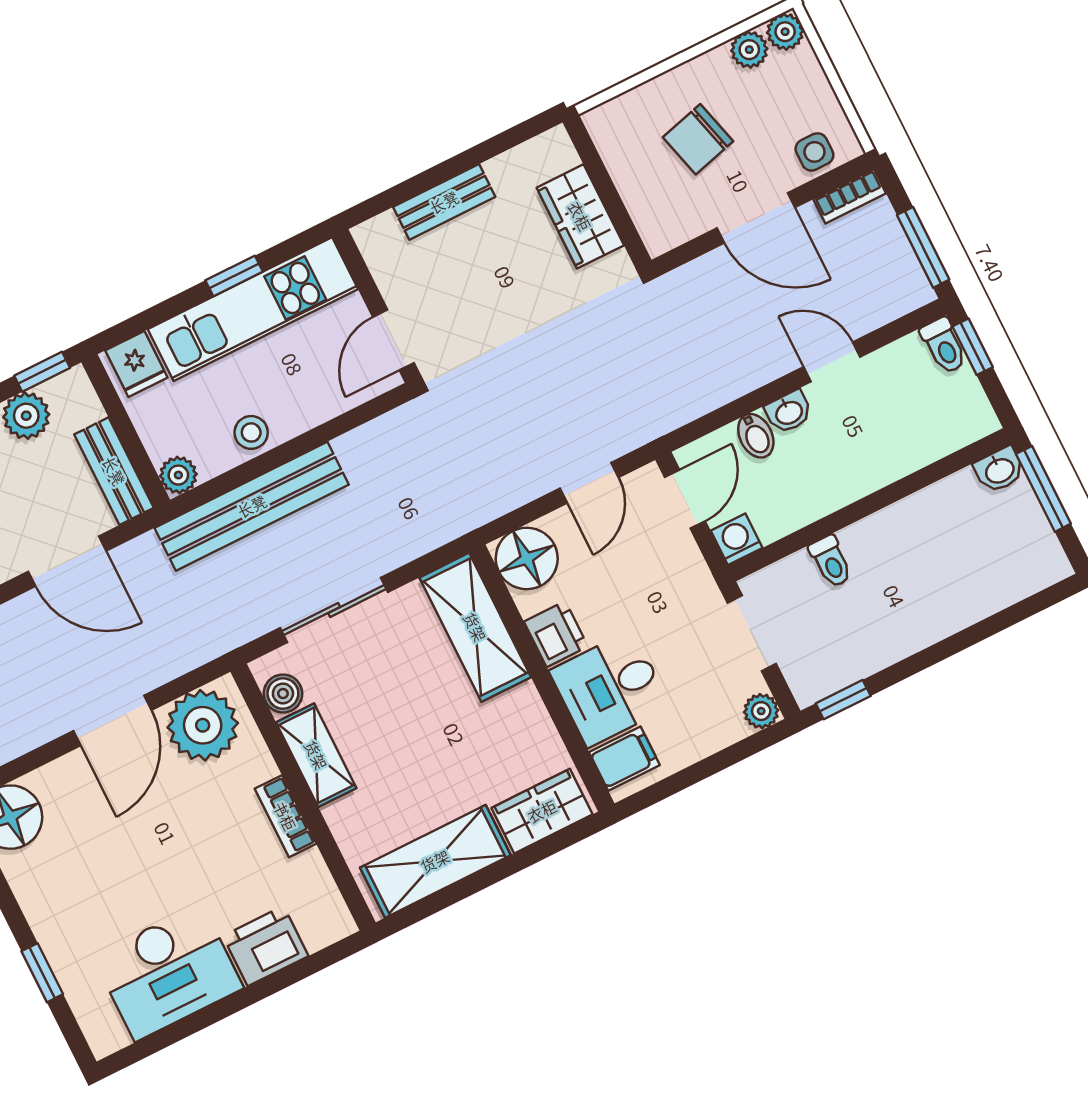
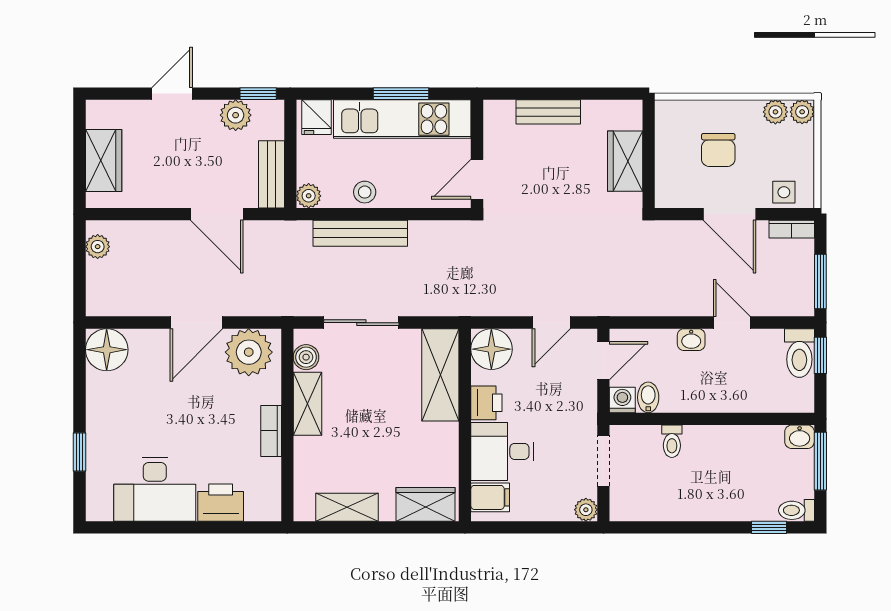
chair: (698, 139) -> (718, 150), turned -75
window: (234, 276) -> (401, 94), width x1.50
toilet: (944, 346) -> (799, 353), width x1.37, depth x1.39
bidet: (756, 436) -> (648, 397), moved, turned 180
bench: (252, 506) -> (360, 233), width x0.73, depth x0.82
toilet: (1044, 571) -> (796, 510), added
window: (843, 700) -> (769, 527), moved
shelving: (435, 861) -> (347, 507), width x0.67, depth x0.75

